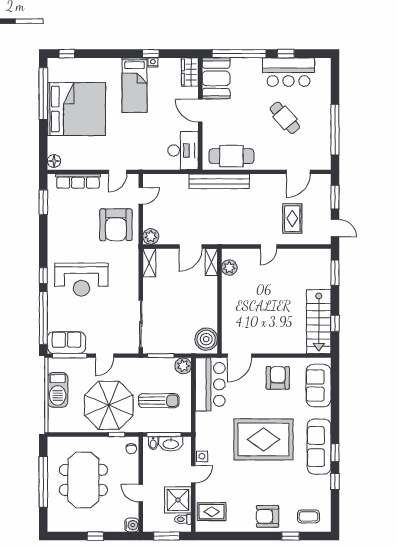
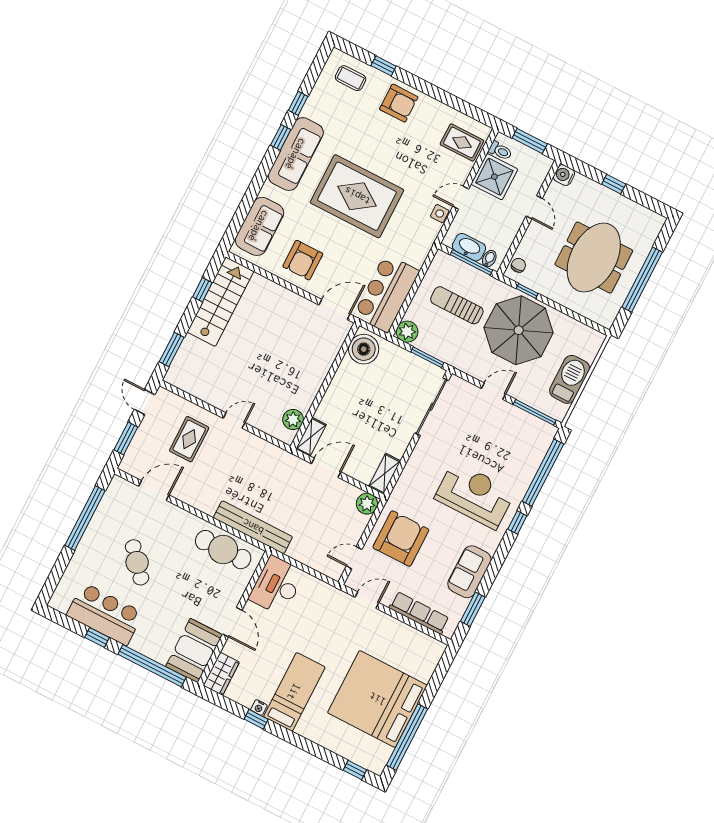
floor lamp: (54, 161) -> (435, 651), removed
sofa: (66, 343) -> (469, 572), moved, turned 90

